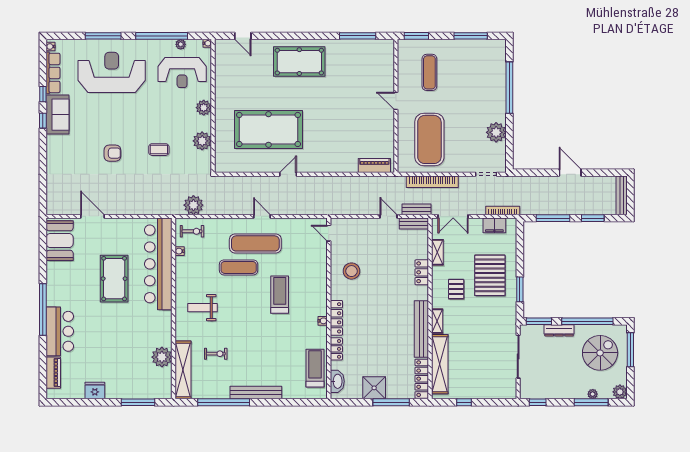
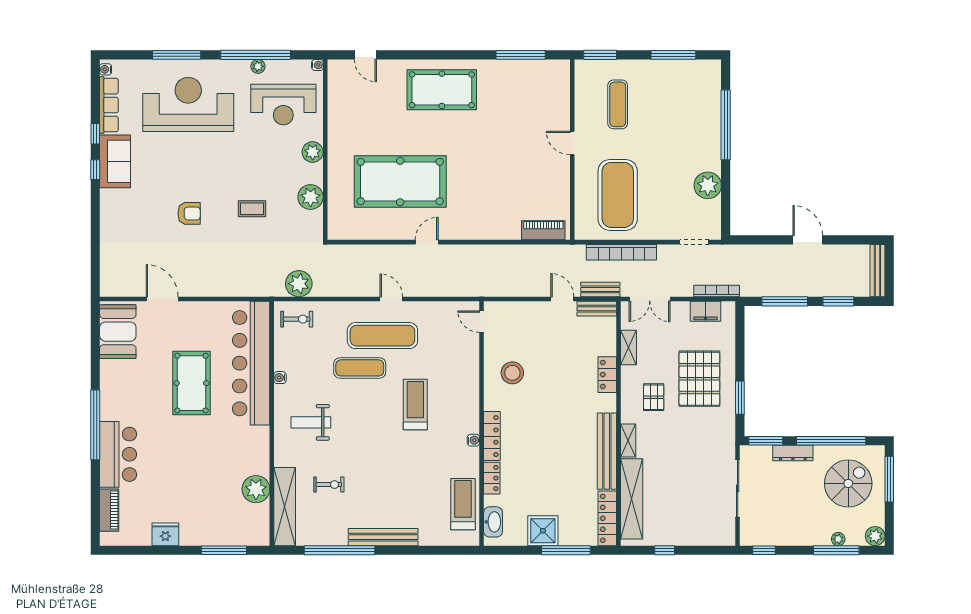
plant: (181, 44) -> (258, 66), moved
water cooler: (180, 251) -> (280, 378), moved

